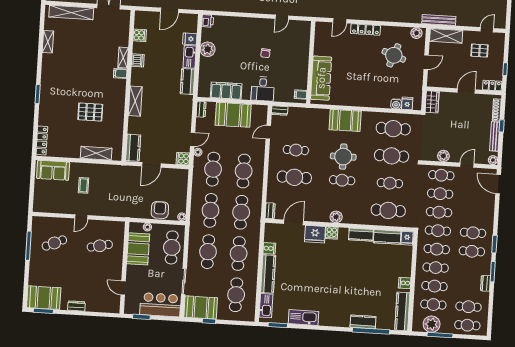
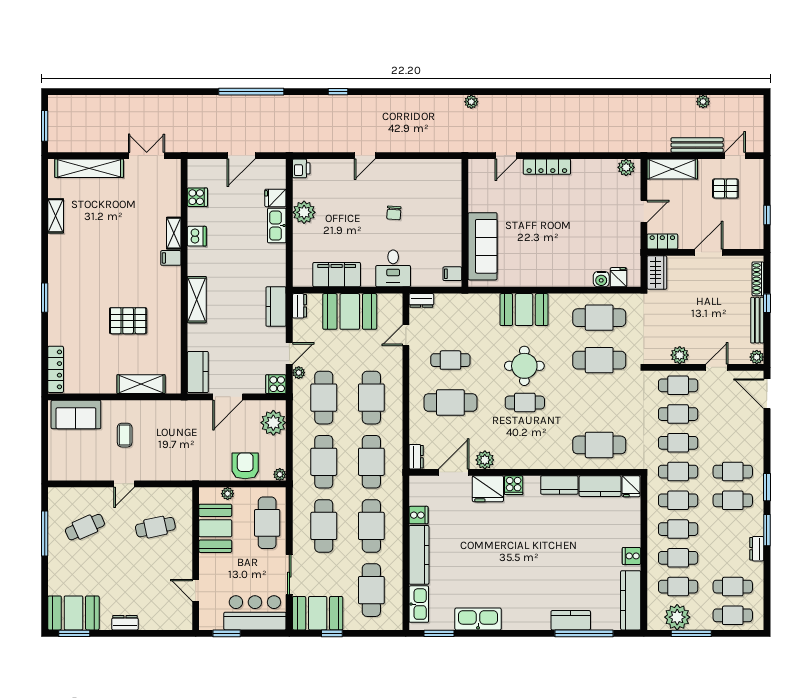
door: (282, 17) -> (365, 156), moved
bench: (439, 20) -> (697, 145), moved
round table: (394, 55) -> (593, 204), removed
kitchen counter: (188, 82) -> (276, 307), moved
locker: (492, 85) -> (662, 241), moved
plant: (180, 183) -> (273, 423), added
cafe table: (390, 183) -> (599, 403), removed
plant: (336, 217) -> (485, 460), moved

